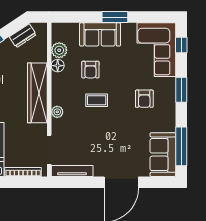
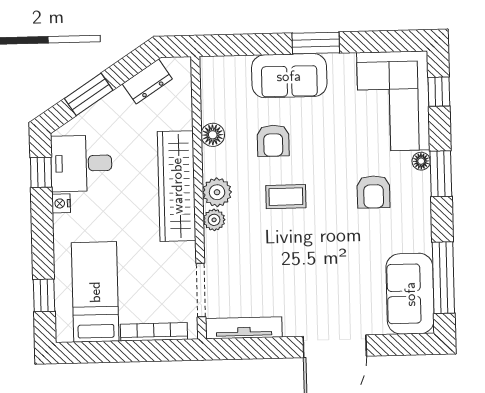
plant: (59, 50) -> (217, 192), moved
floor lamp: (171, 83) -> (421, 161), added

